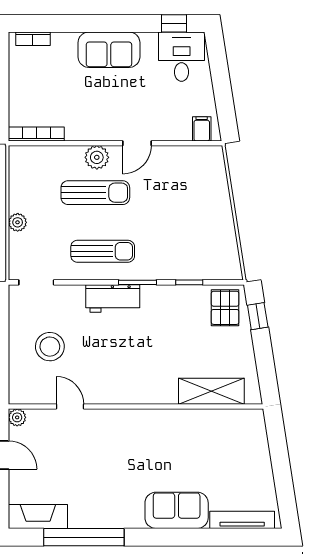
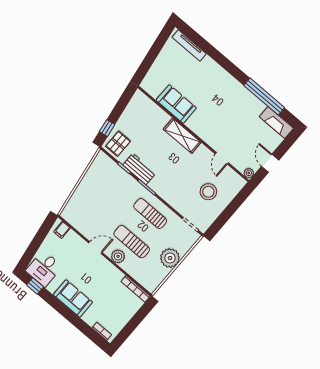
plant: (18, 222) -> (170, 258), width x1.88, depth x1.88
workbench: (113, 298) -> (139, 169), moved
shelving: (211, 391) -> (182, 136), moved
sofa: (177, 510) -> (176, 104), moved, turned 180

